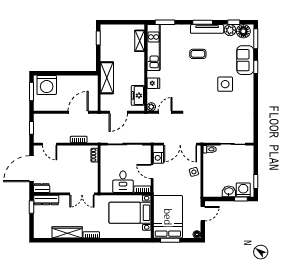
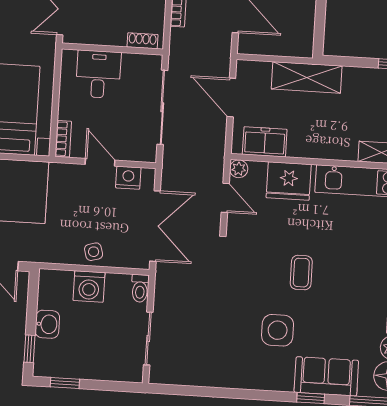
coffee table: (198, 54) -> (301, 273), moved
fridge: (153, 83) -> (289, 181), width x1.88, depth x1.34
double door: (180, 144) -> (155, 226), swing flipped
door: (152, 171) -> (100, 162), hinge flipped
desk: (123, 182) -> (98, 74), moved, turned 90
washing machine: (243, 190) -> (89, 286), moved, turned 90

